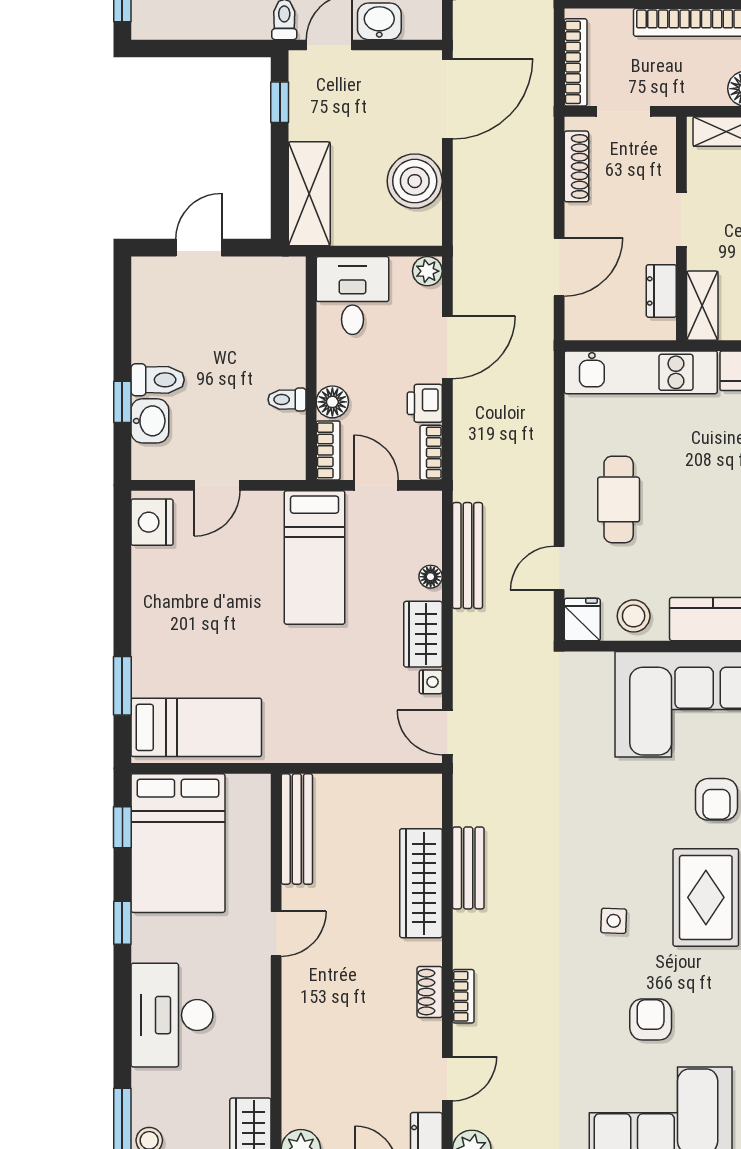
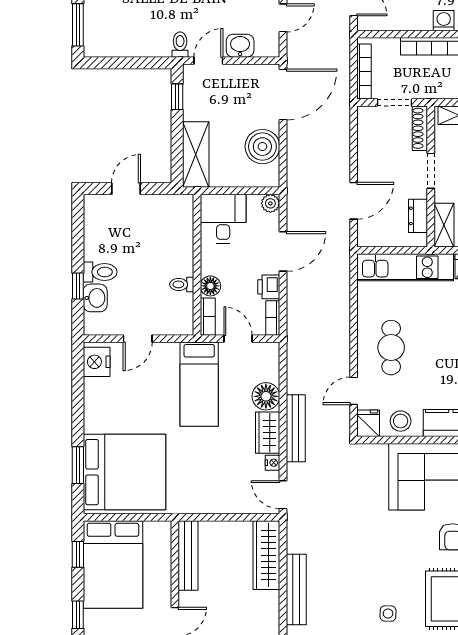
shoe rack: (576, 166) -> (420, 128), moved, turned 180
bench: (467, 556) -> (296, 428), moved
floor lamp: (431, 577) -> (266, 396), width x1.89, depth x1.89
bed: (196, 727) -> (125, 472), width x2.04
bench: (468, 868) -> (296, 590), width x1.36
wardrobe: (421, 883) -> (266, 555), moved

